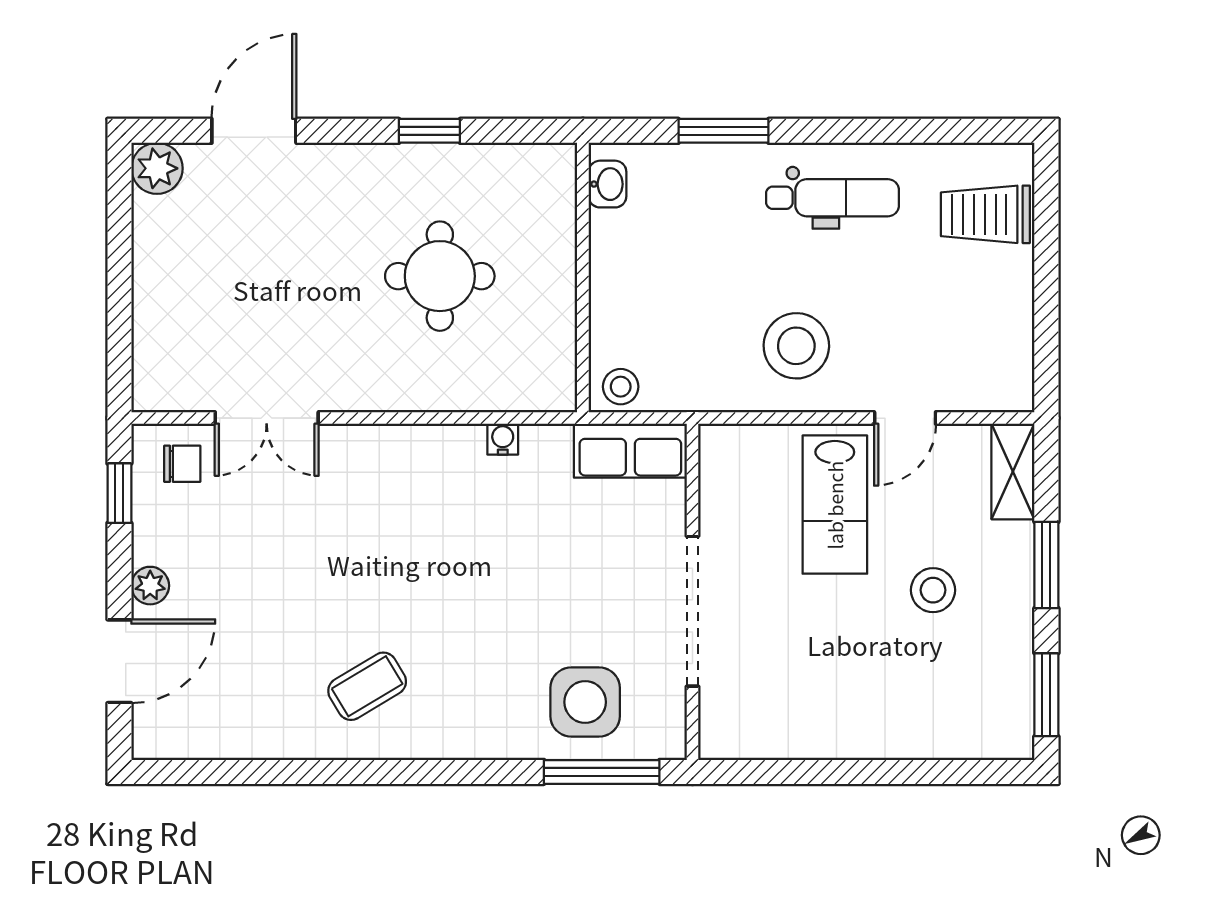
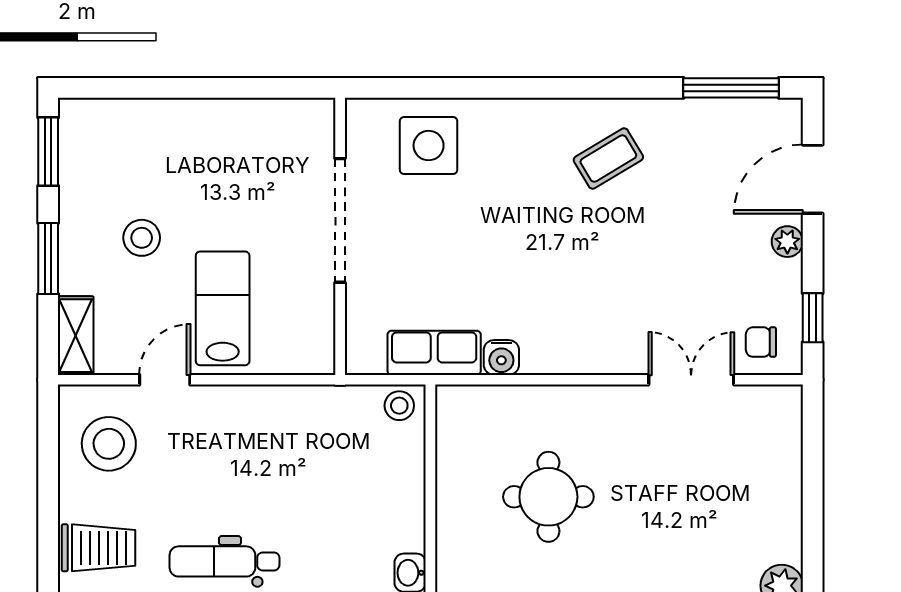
stool: (796, 346) -> (109, 444), moved
water cooler: (503, 439) -> (501, 357), width x1.38, depth x1.38
row of seats: (630, 451) -> (434, 353), moved
window: (602, 772) -> (731, 88), moved

